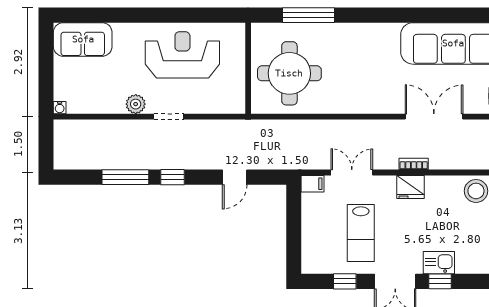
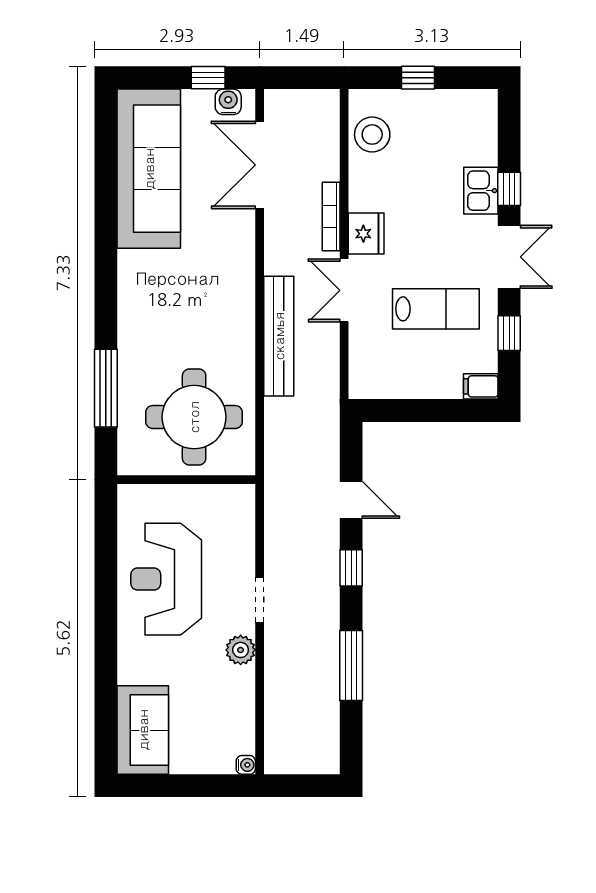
double door: (434, 117) -> (260, 165), moved
bench: (343, 129) -> (279, 336), added
bookcase: (414, 164) -> (331, 216), width x1.56
double door: (352, 172) -> (344, 290), moved
window: (173, 177) -> (351, 568), moved
filing cabinet: (312, 184) -> (481, 386), moved, turned -90

